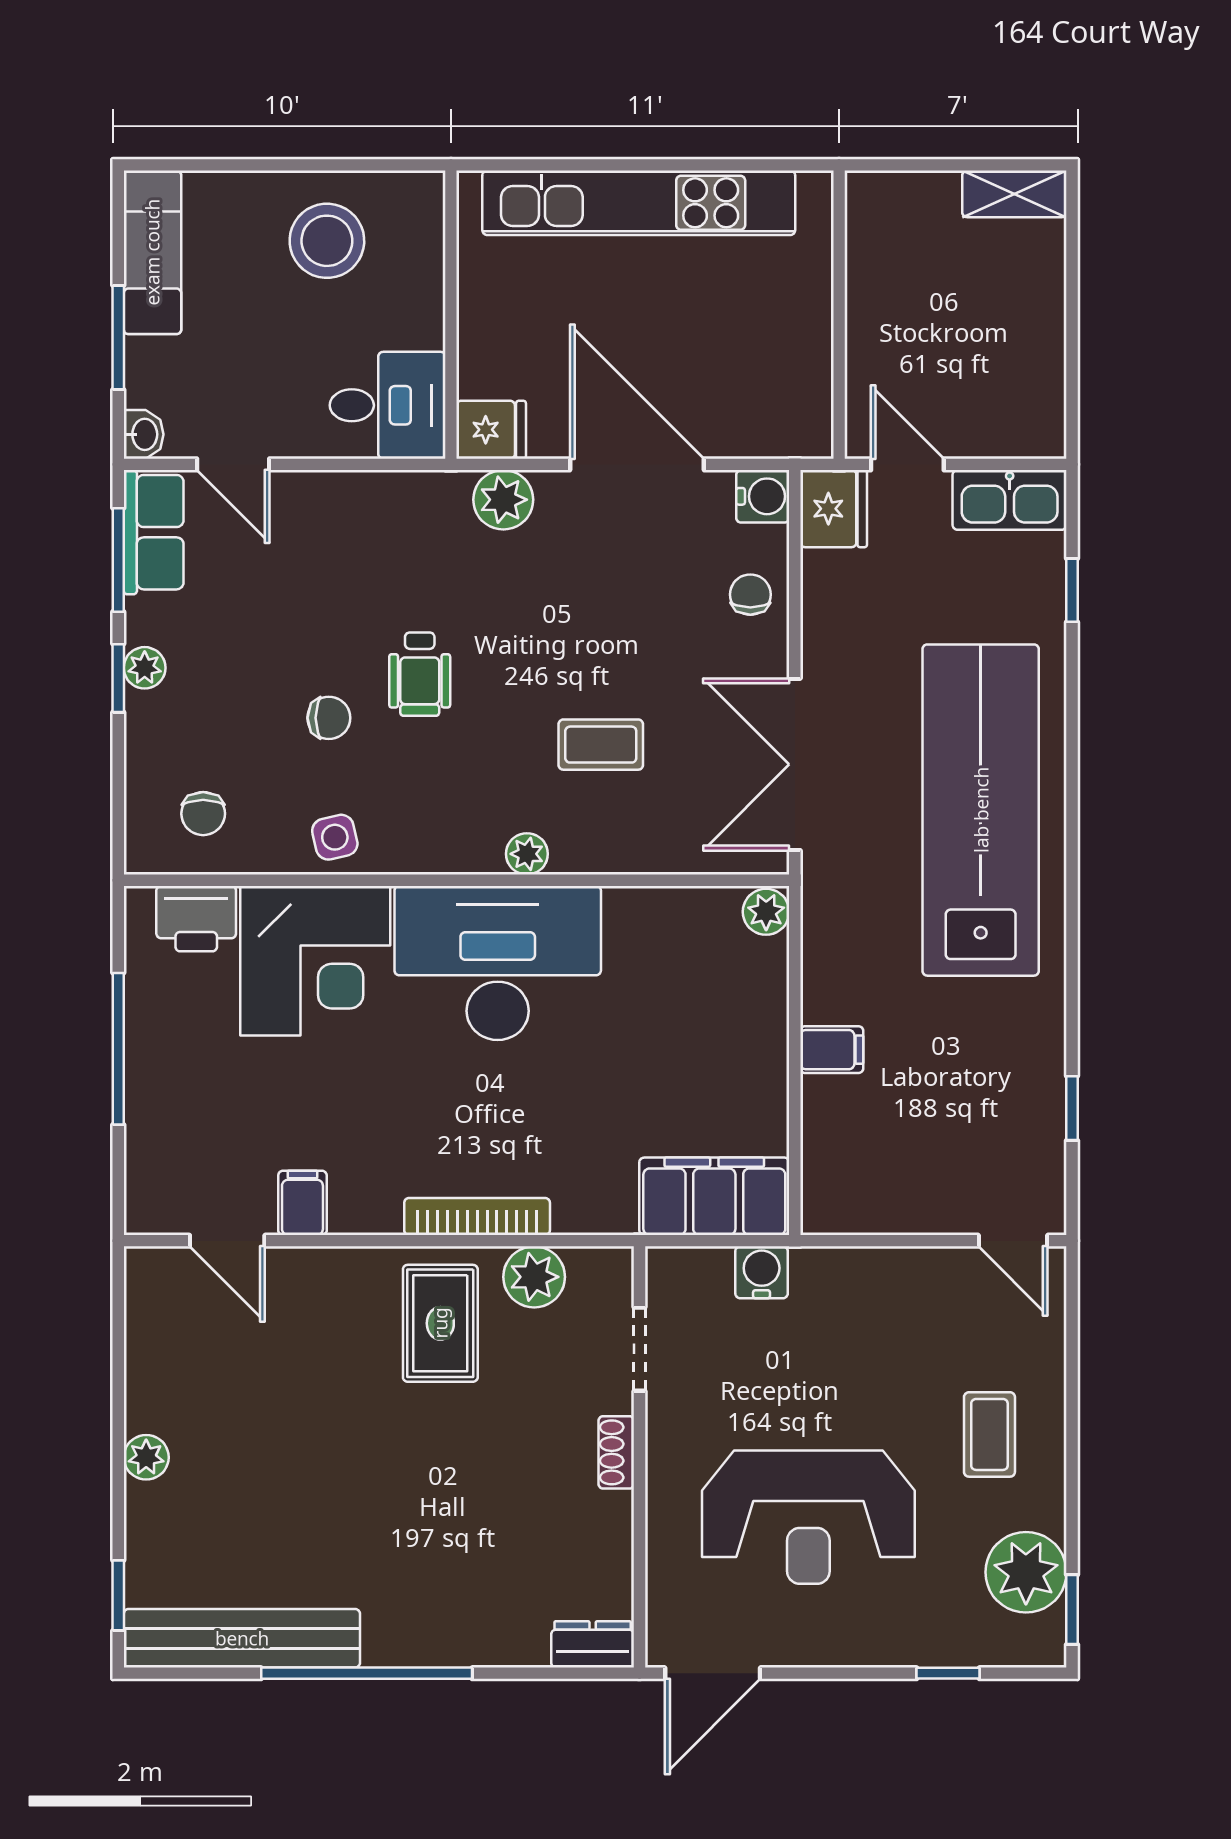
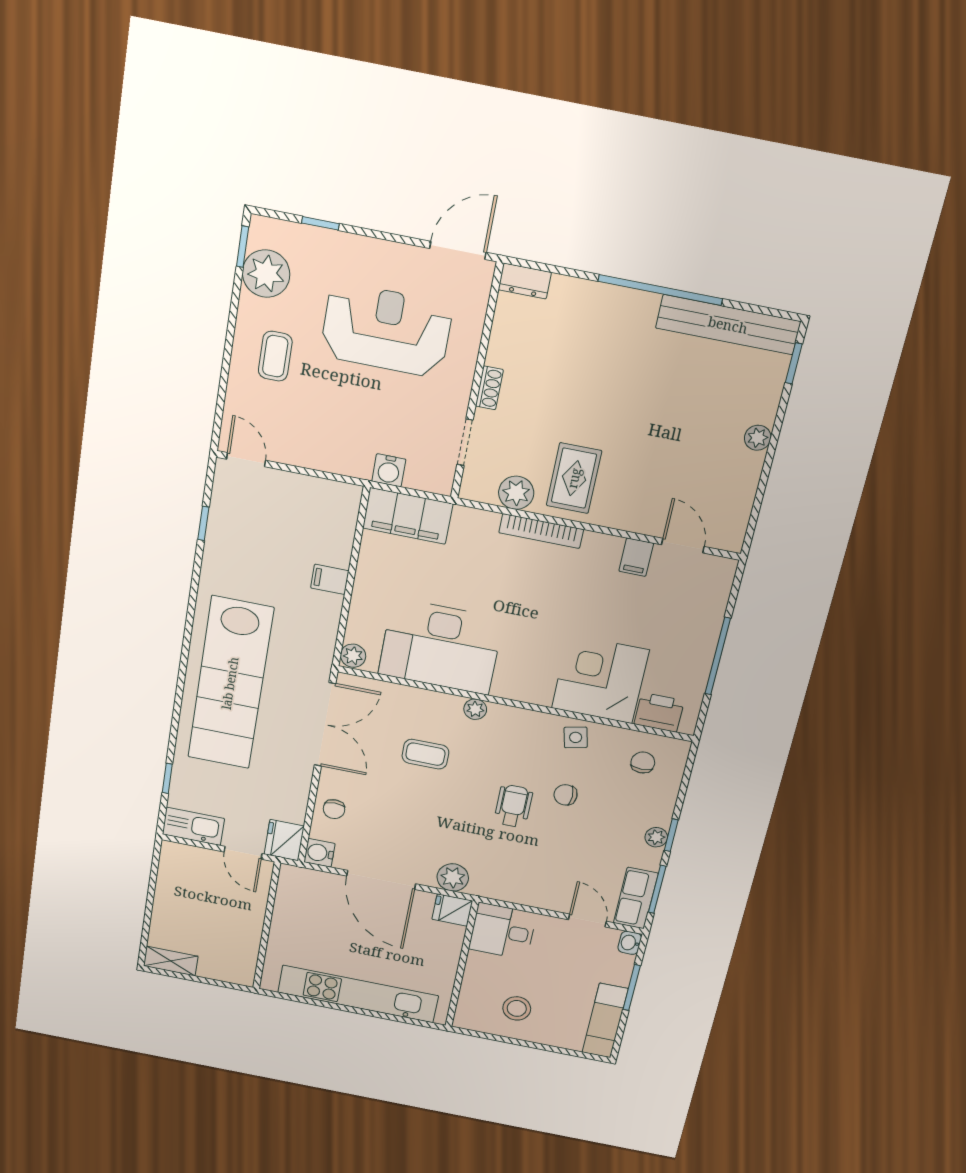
stool: (327, 241) -> (517, 1008), width x0.73, depth x0.73
desk: (498, 963) -> (441, 647), moved

